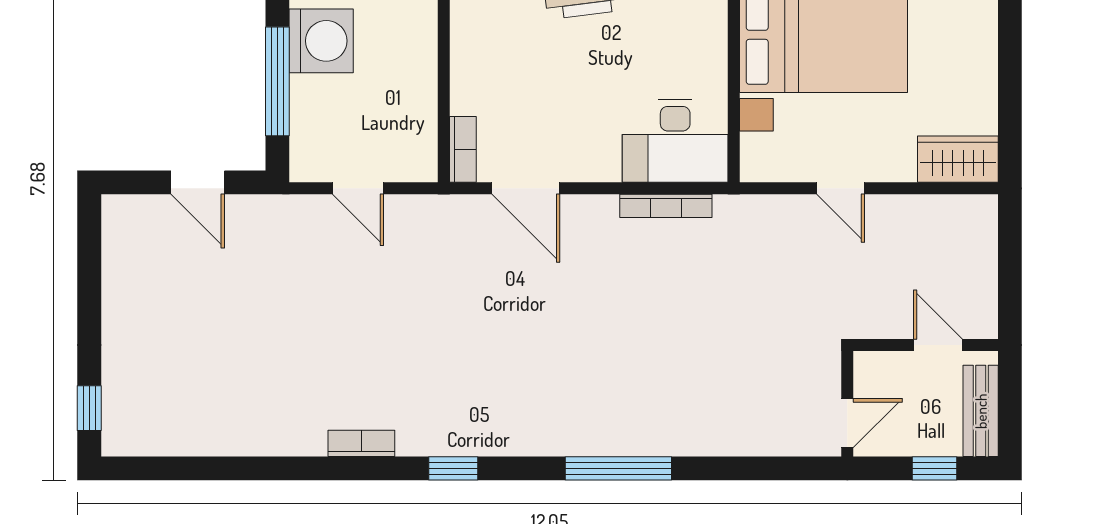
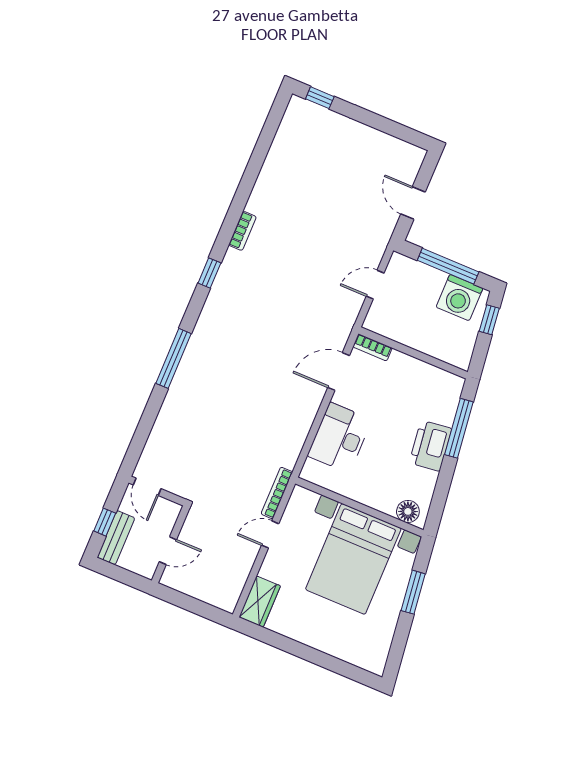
desk: (675, 141) -> (340, 438), moved
door: (198, 182) -> (413, 203), hinge flipped
bookcase: (666, 206) -> (277, 493), moved
bench: (981, 411) -> (116, 538), moved, turned 90

